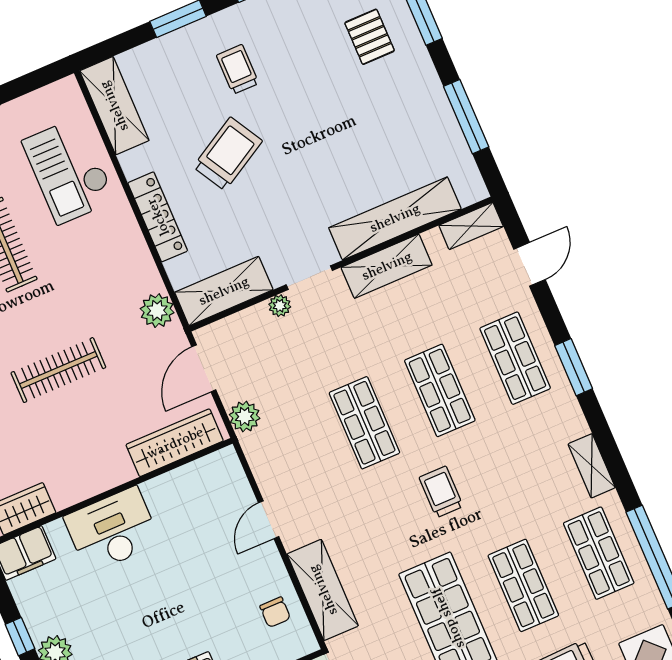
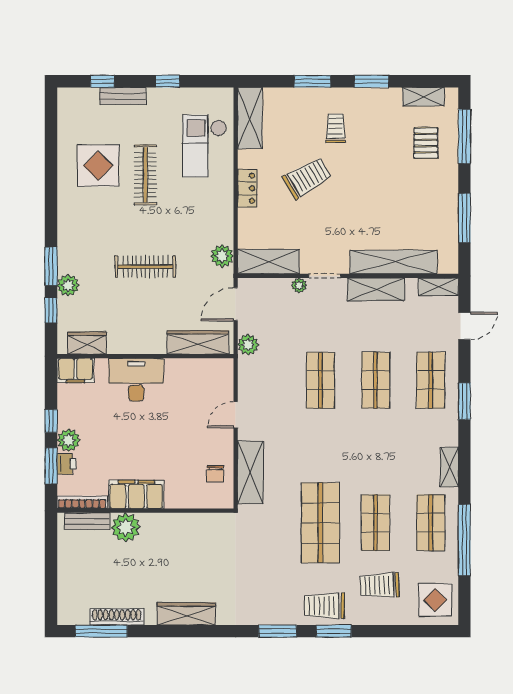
locker: (158, 217) -> (247, 188), width x0.66
trolley: (441, 492) -> (350, 443), removed

